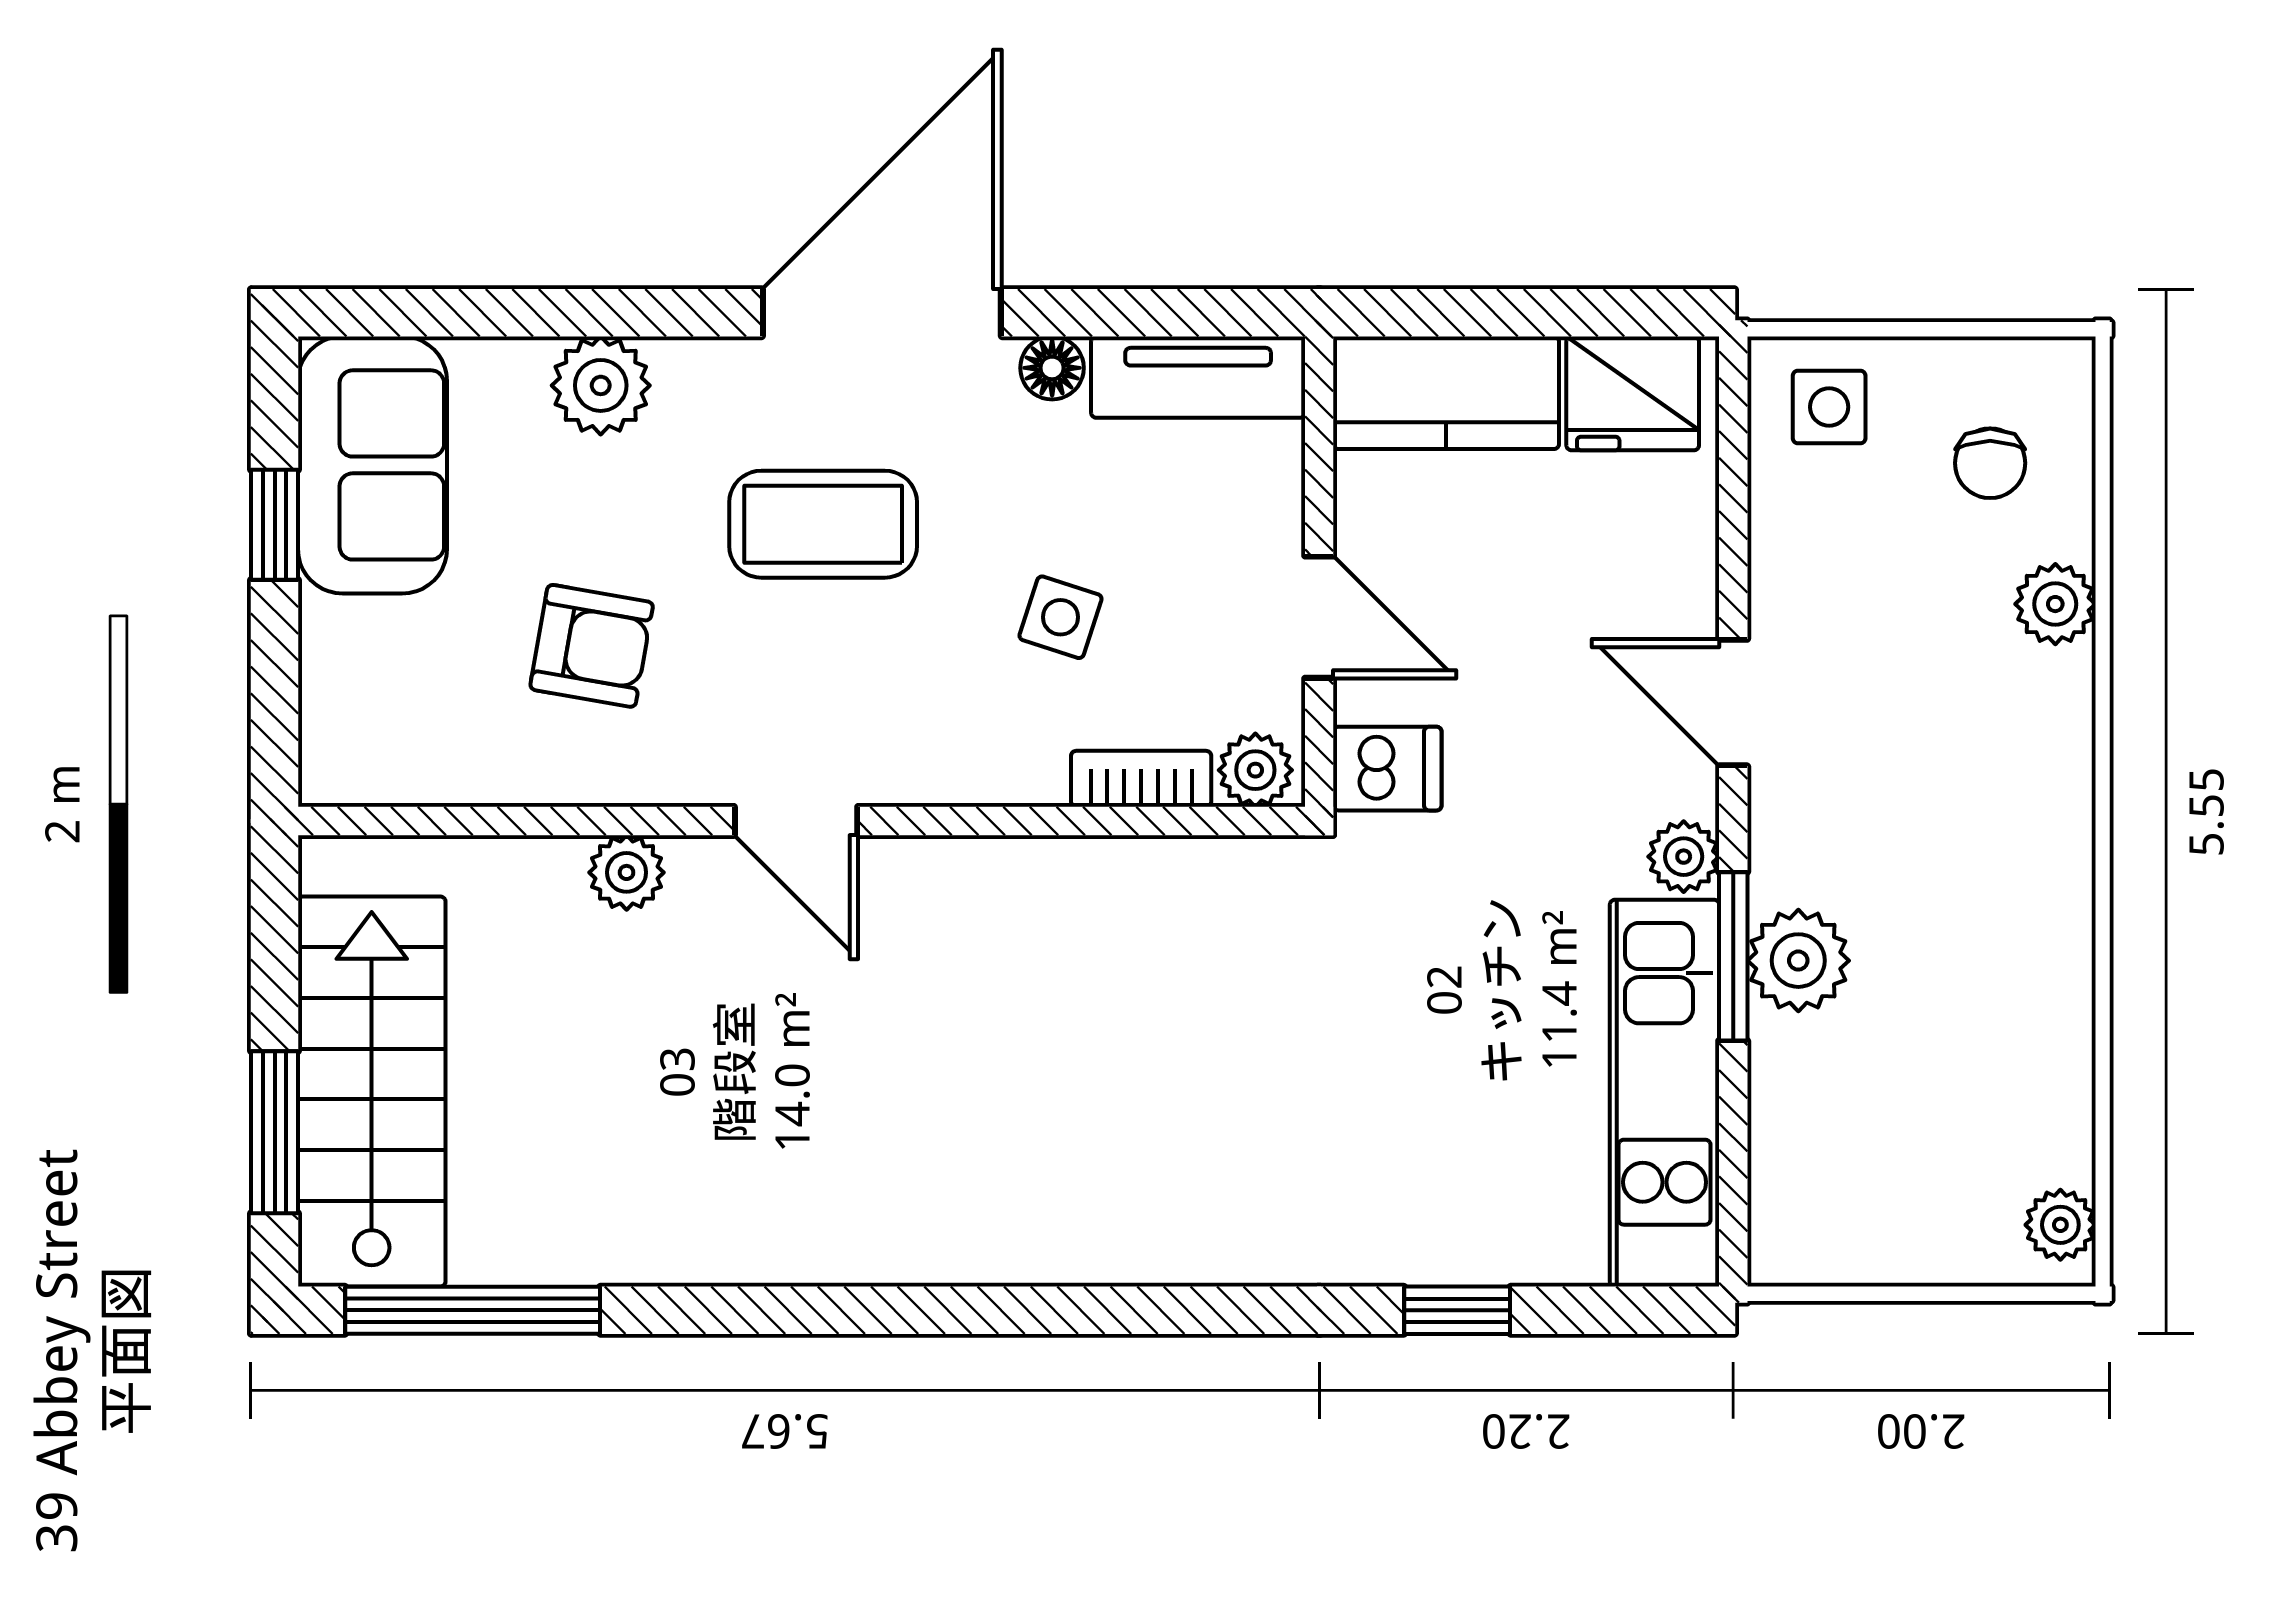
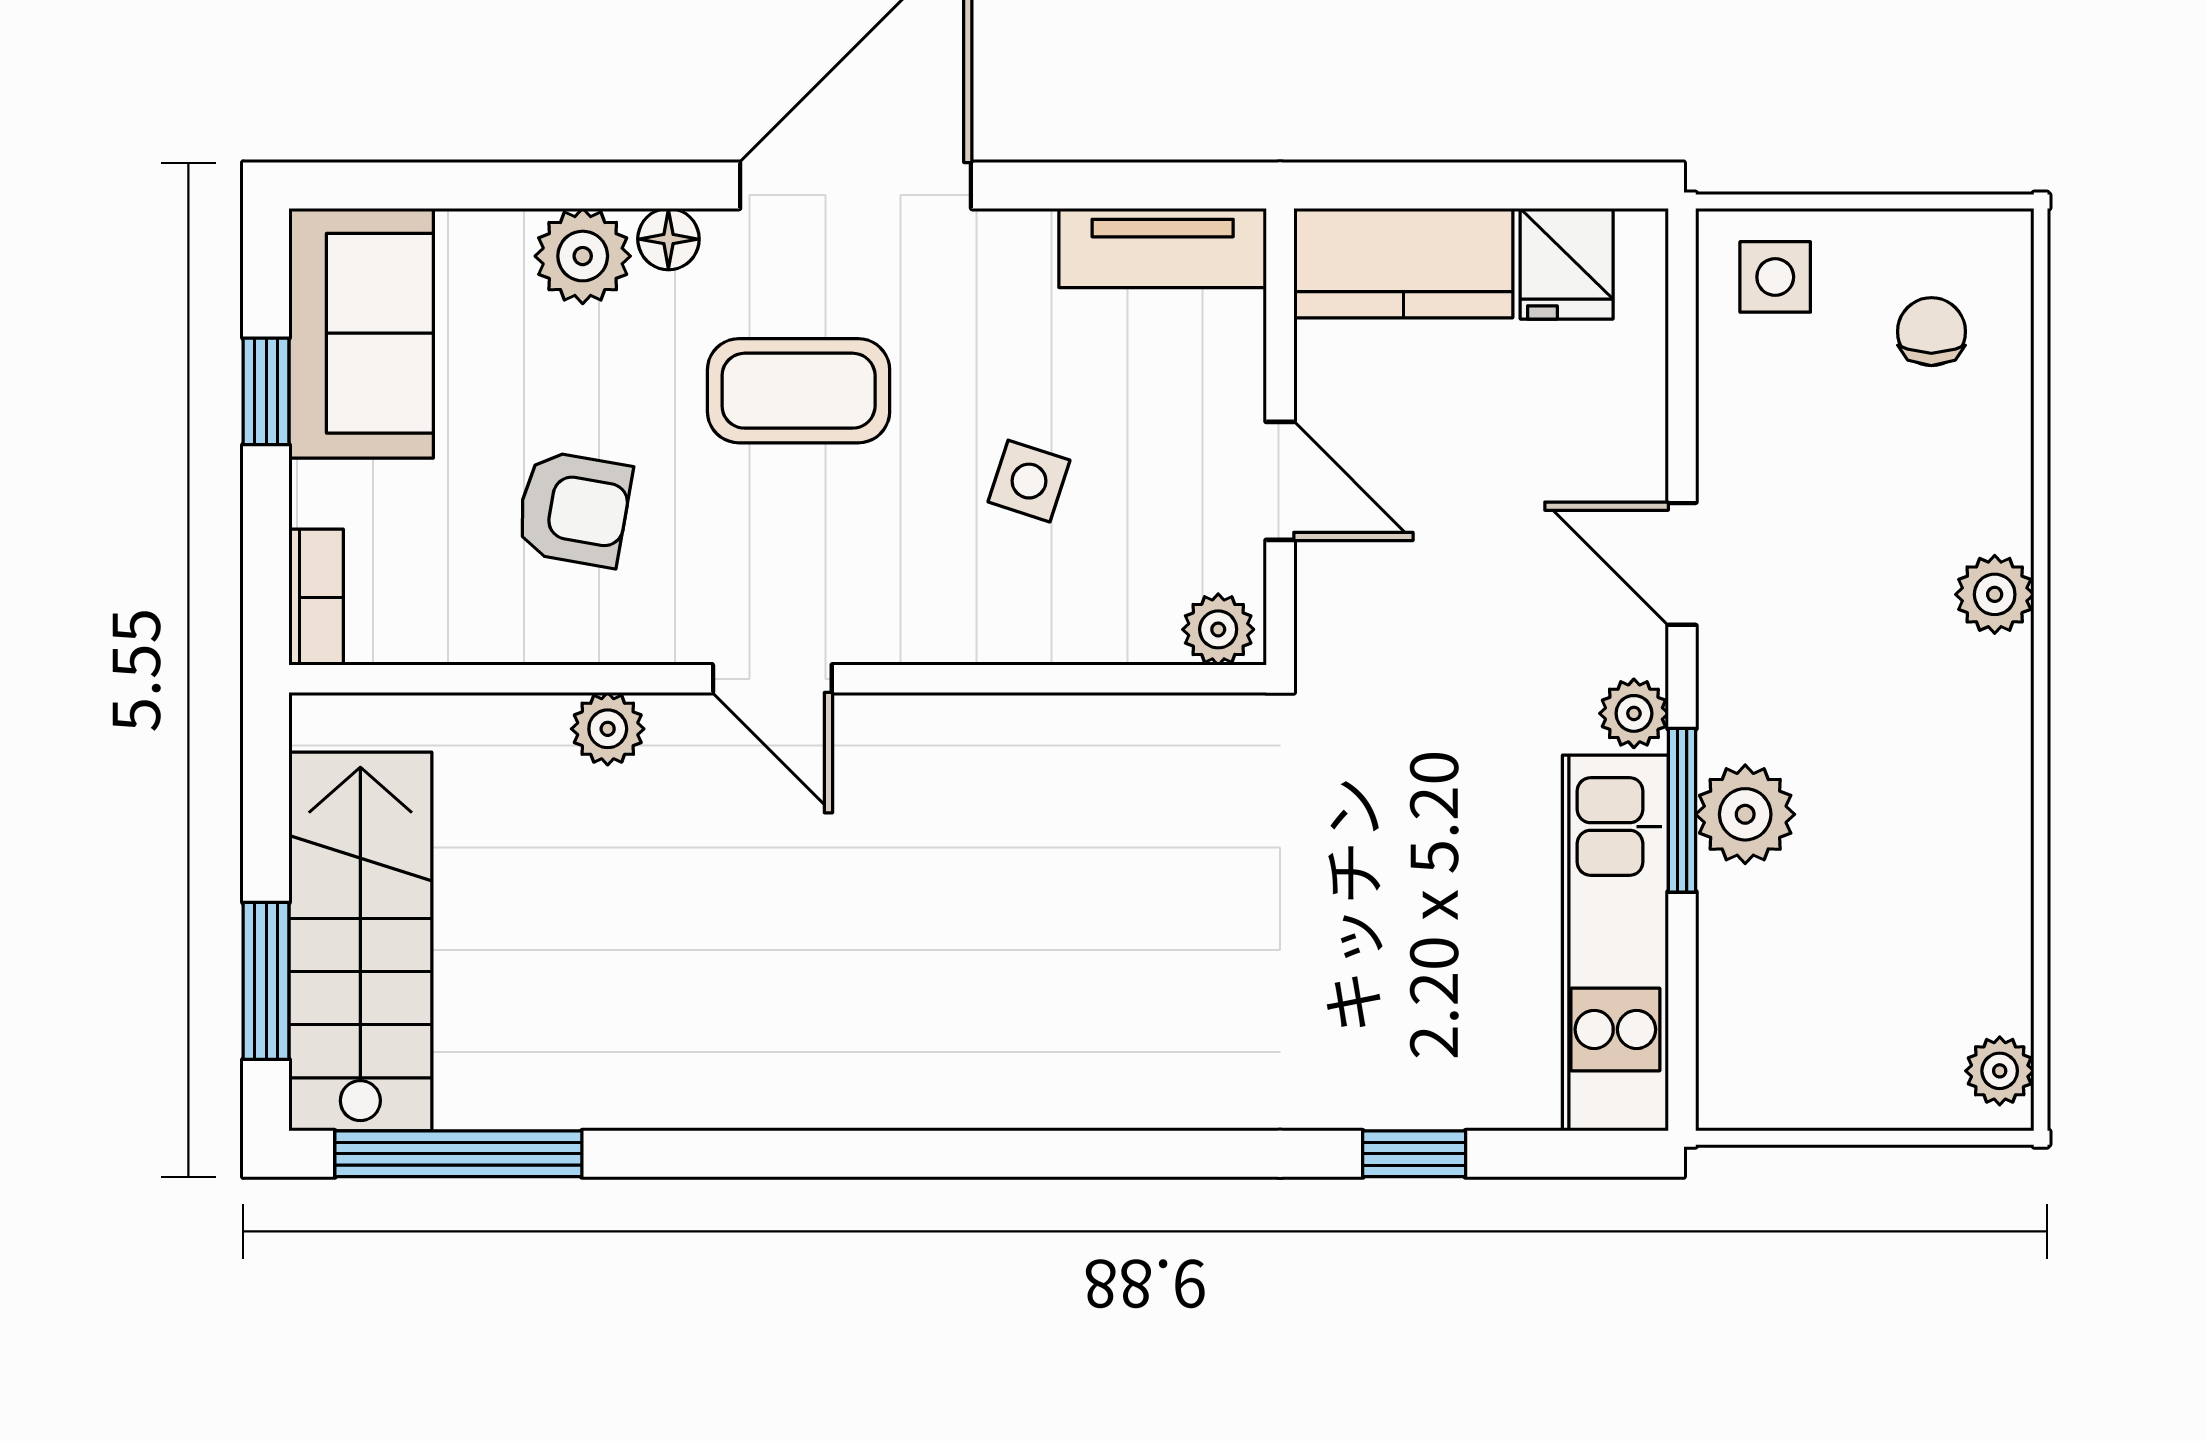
floor lamp: (1052, 368) -> (668, 239), moved
fridge: (1633, 393) -> (1567, 264), width x0.72
chair: (1990, 463) -> (1931, 332), turned 180
plant: (2055, 604) -> (1995, 594), moved
dishwasher: (1387, 769) -> (1346, 628), removed
bookcase: (1141, 779) -> (316, 597), moved, turned 90

